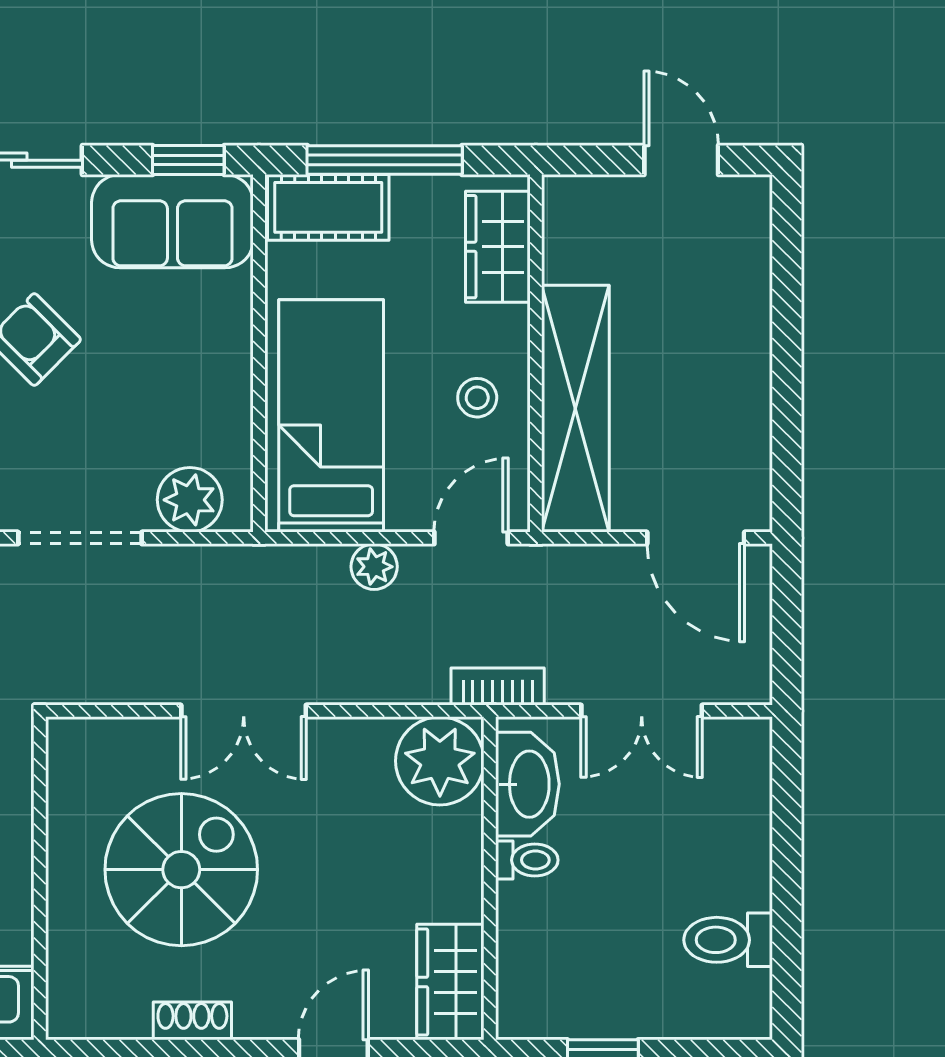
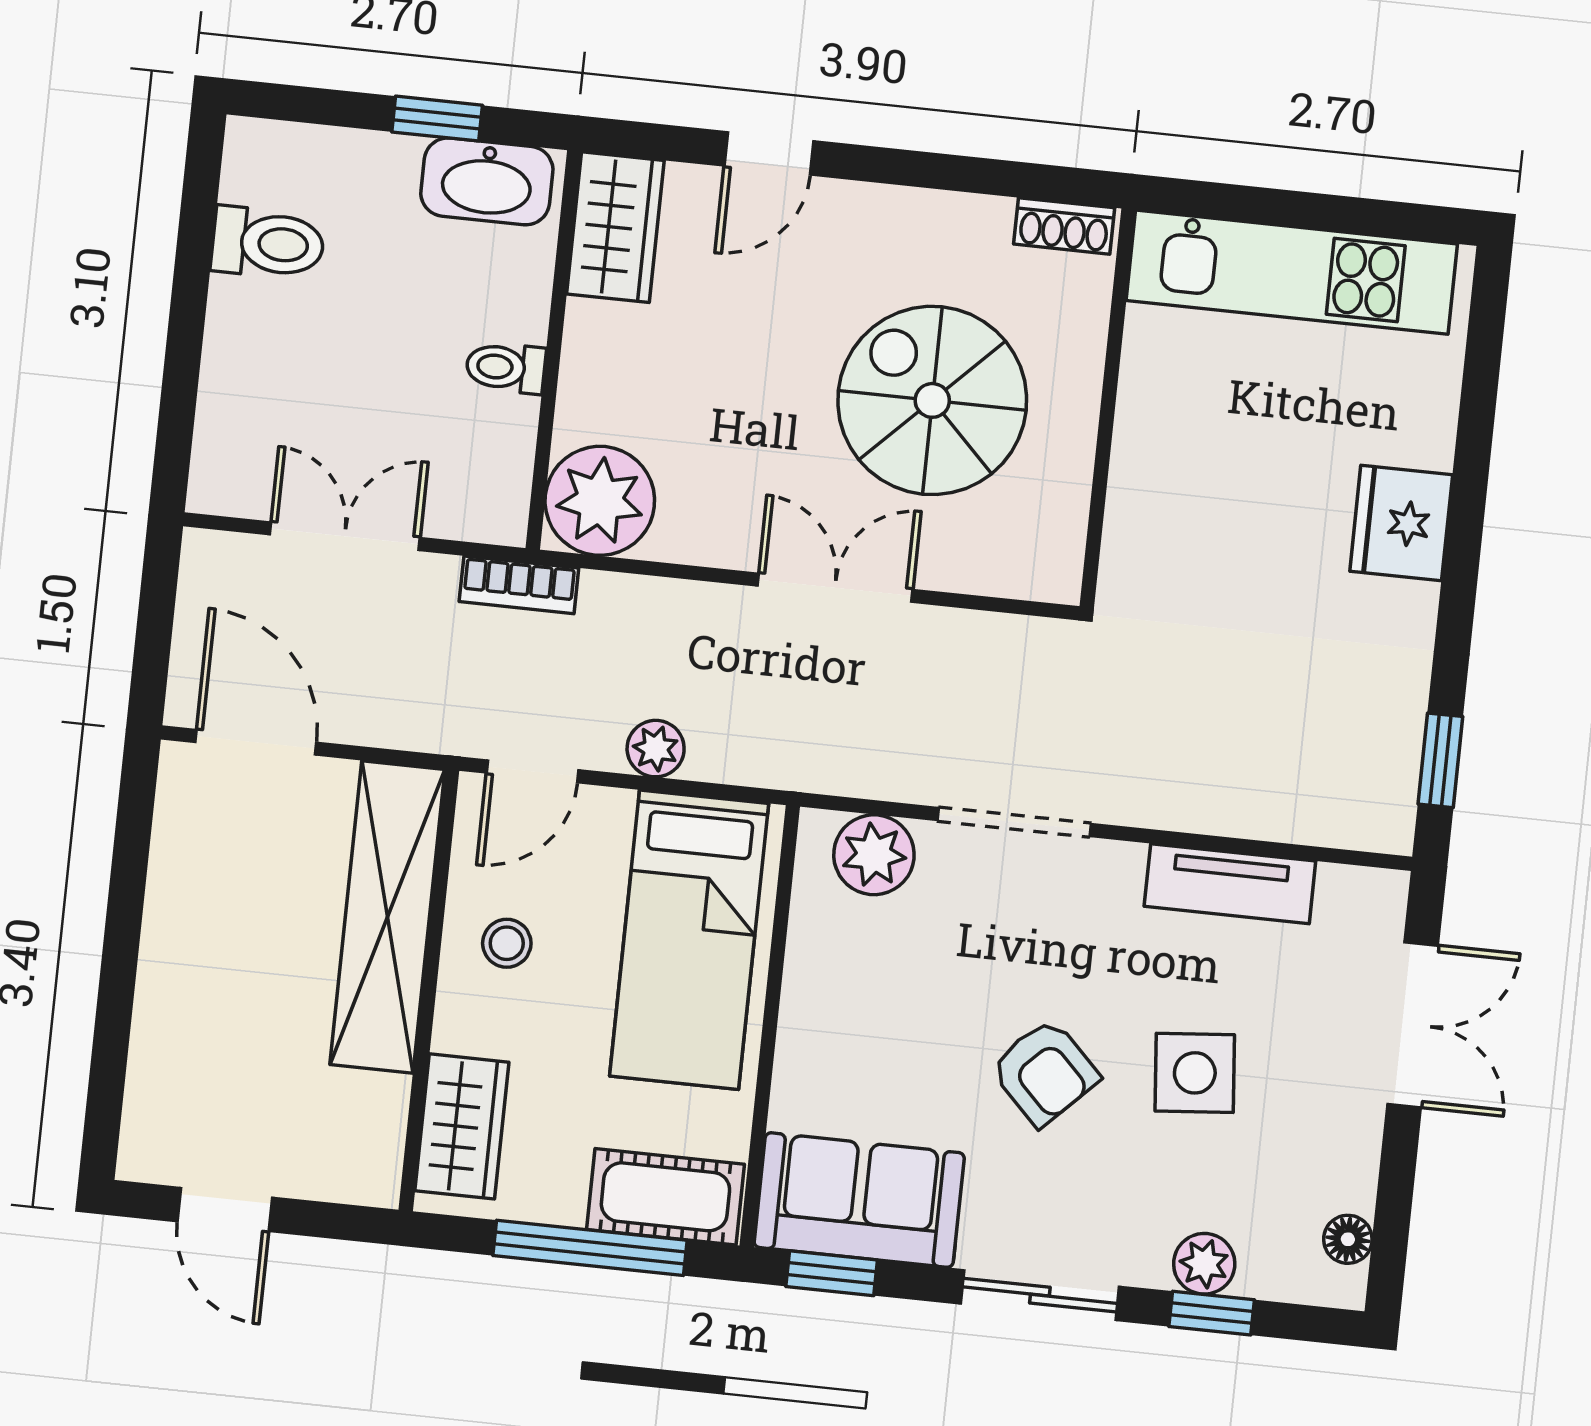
washbasin: (527, 784) -> (487, 181), moved, turned -90
spiral stairs: (181, 870) -> (932, 400), turned 90
shoe rack: (192, 1021) -> (1064, 226), moved

